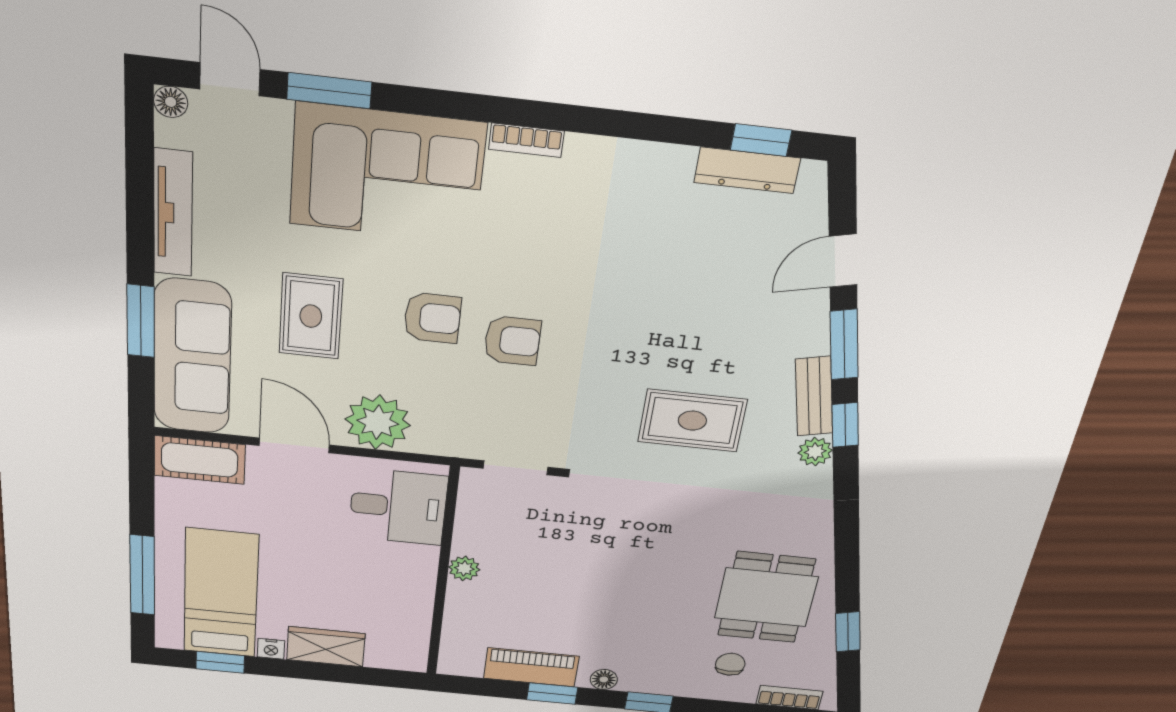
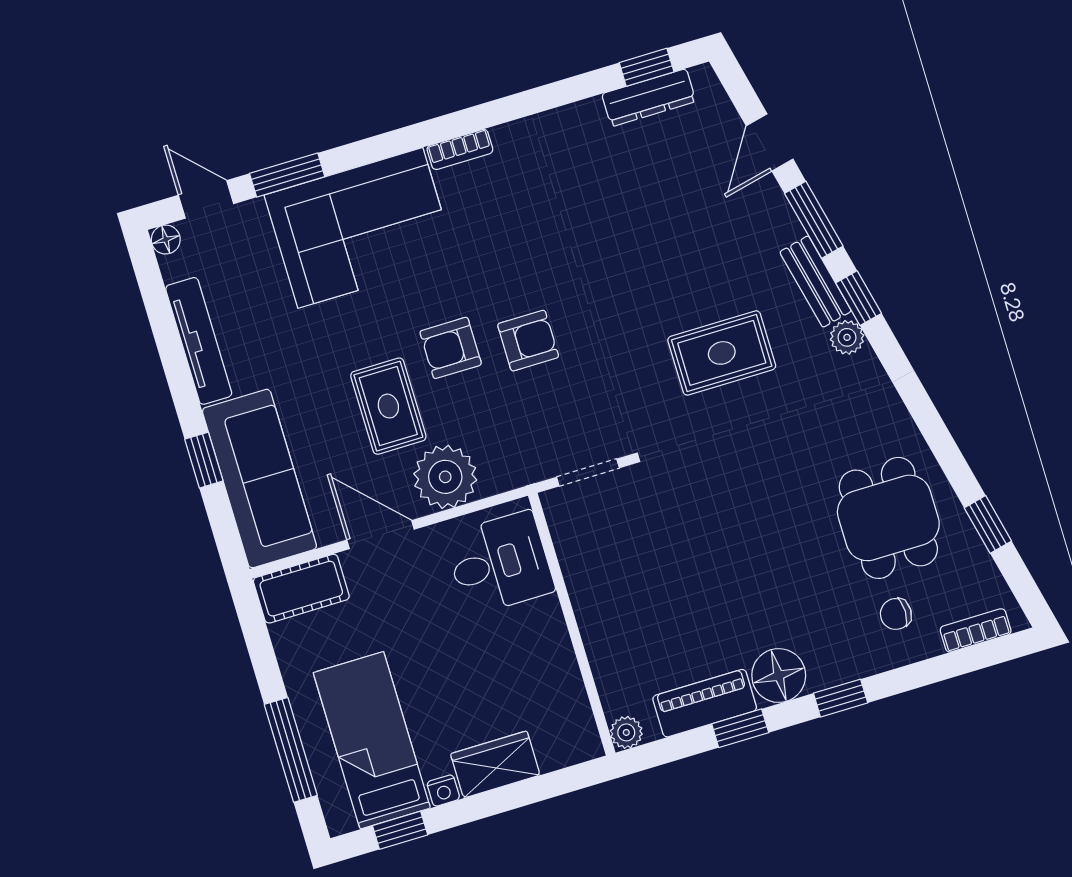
rug: (311, 316) -> (388, 406), moved
armchair: (432, 318) -> (451, 348), turned 180
window: (141, 321) -> (204, 460), width x0.67
plant: (464, 568) -> (626, 732), moved
chair: (730, 664) -> (896, 614), turned -90
floor lamp: (604, 679) -> (779, 676), width x1.89, depth x1.89

